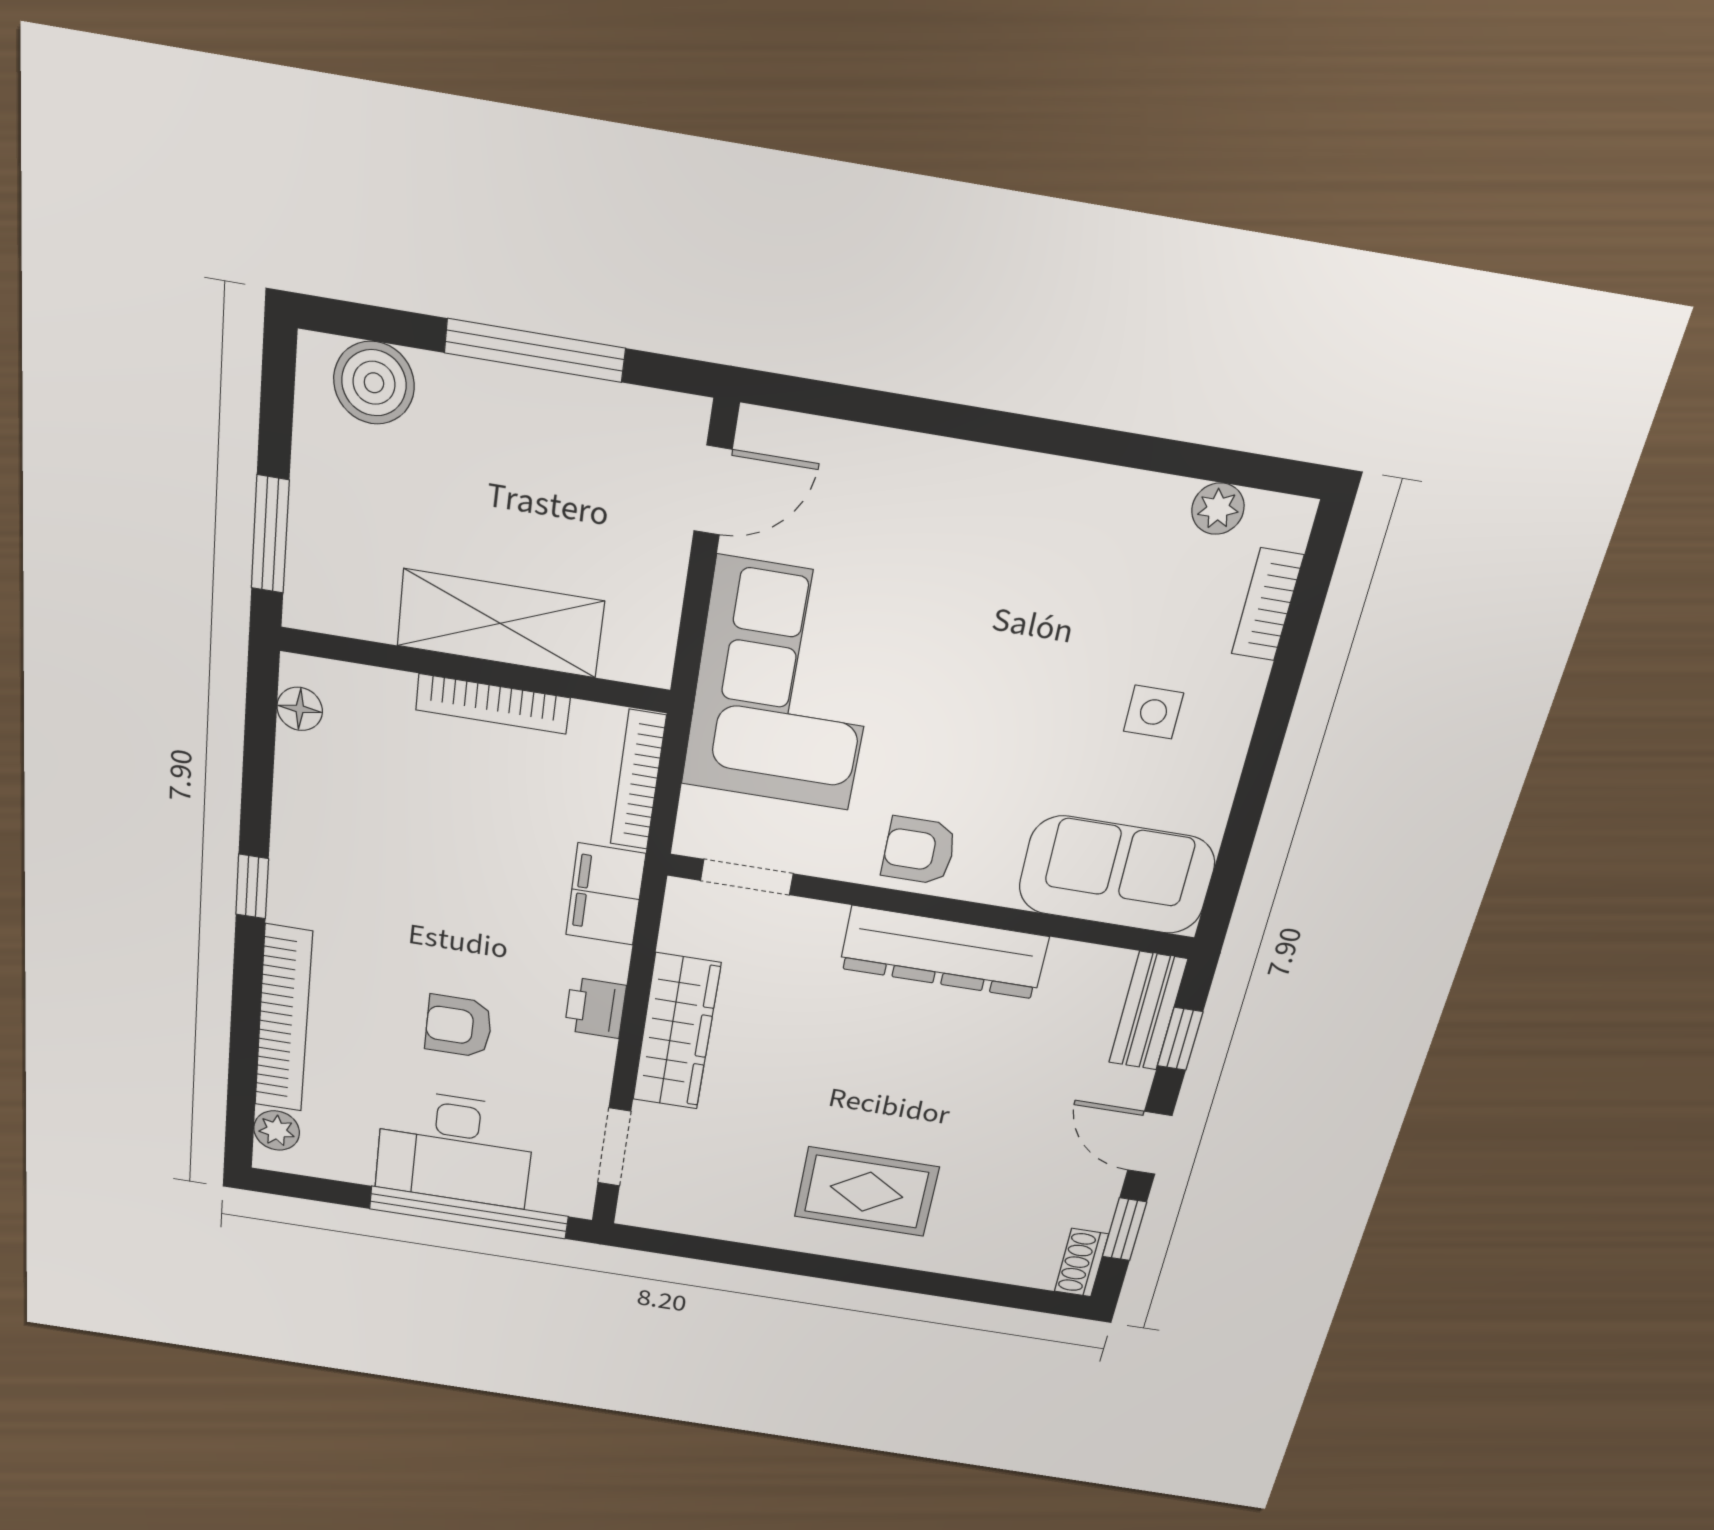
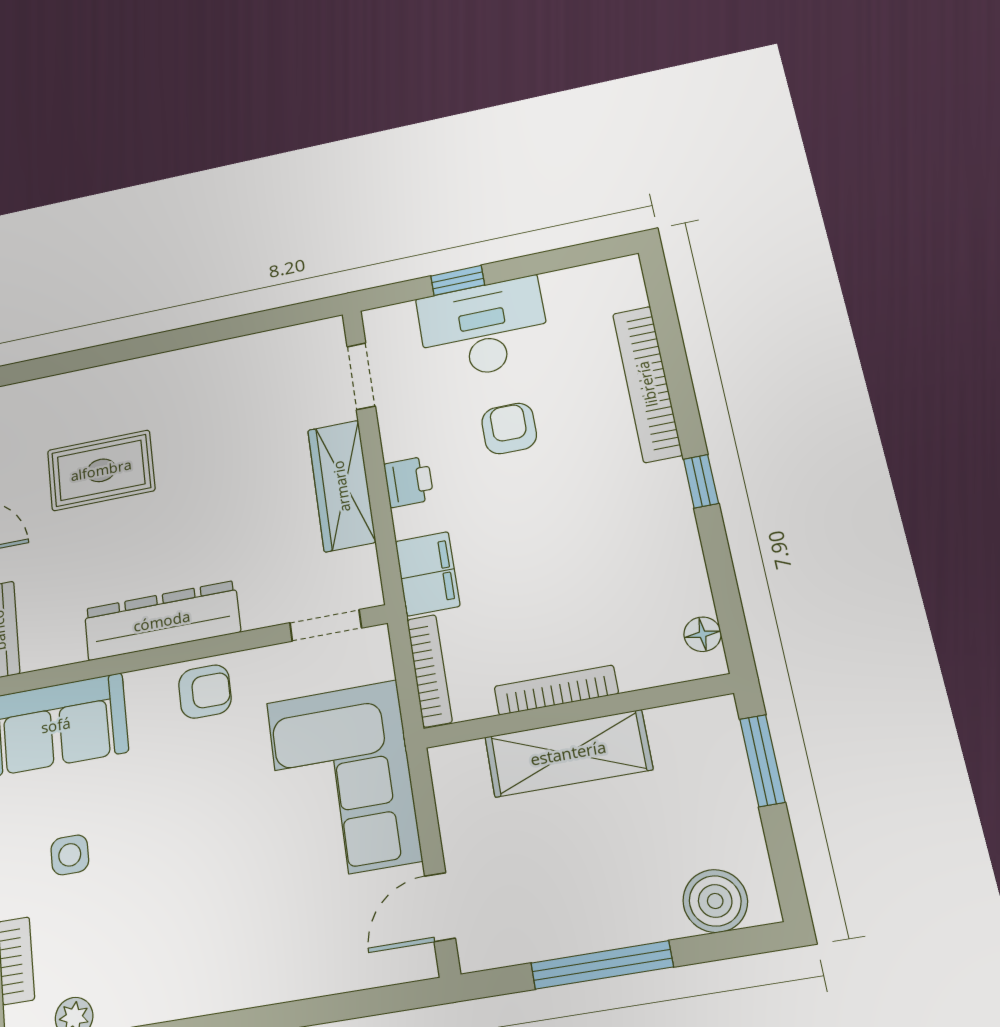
armchair: (459, 1026) -> (509, 428), turned -90
plant: (277, 1130) -> (627, 291), removed
rug: (866, 1192) -> (101, 470), moved
window: (469, 1213) -> (458, 280), width x0.32

